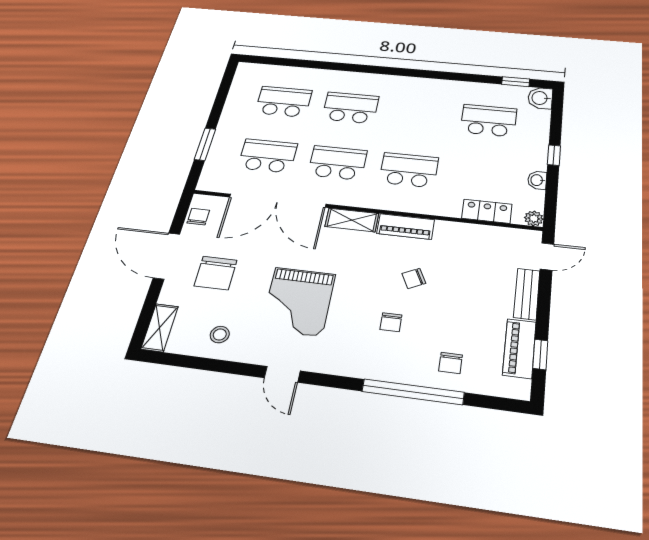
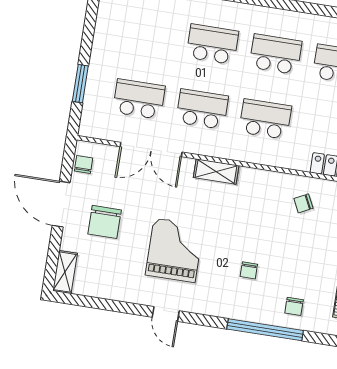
school desk: (284, 102) -> (276, 54), moved
double door: (277, 201) -> (151, 149), width x0.73
piano: (406, 227) -> (262, 179), removed
chair: (414, 278) -> (303, 203), moved
grand piano: (298, 301) -> (175, 250), turned 180
stool: (220, 335) -> (114, 279), removed

